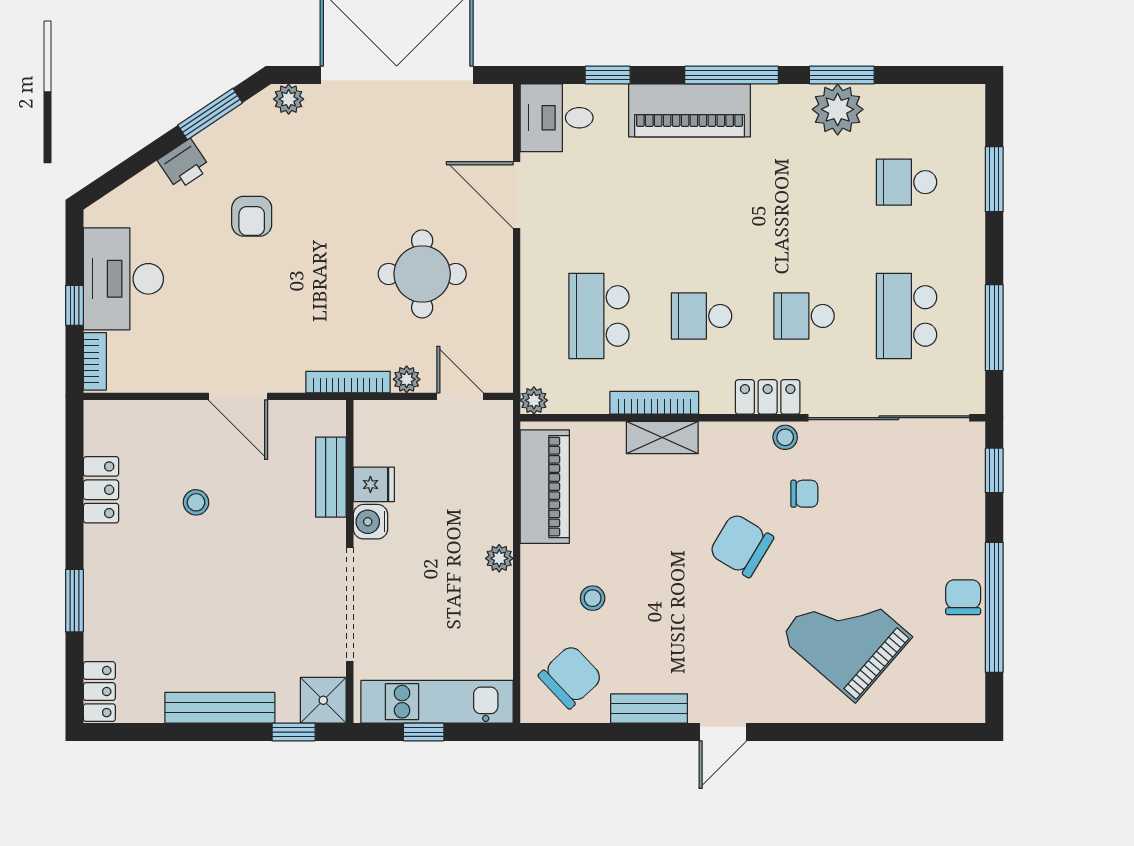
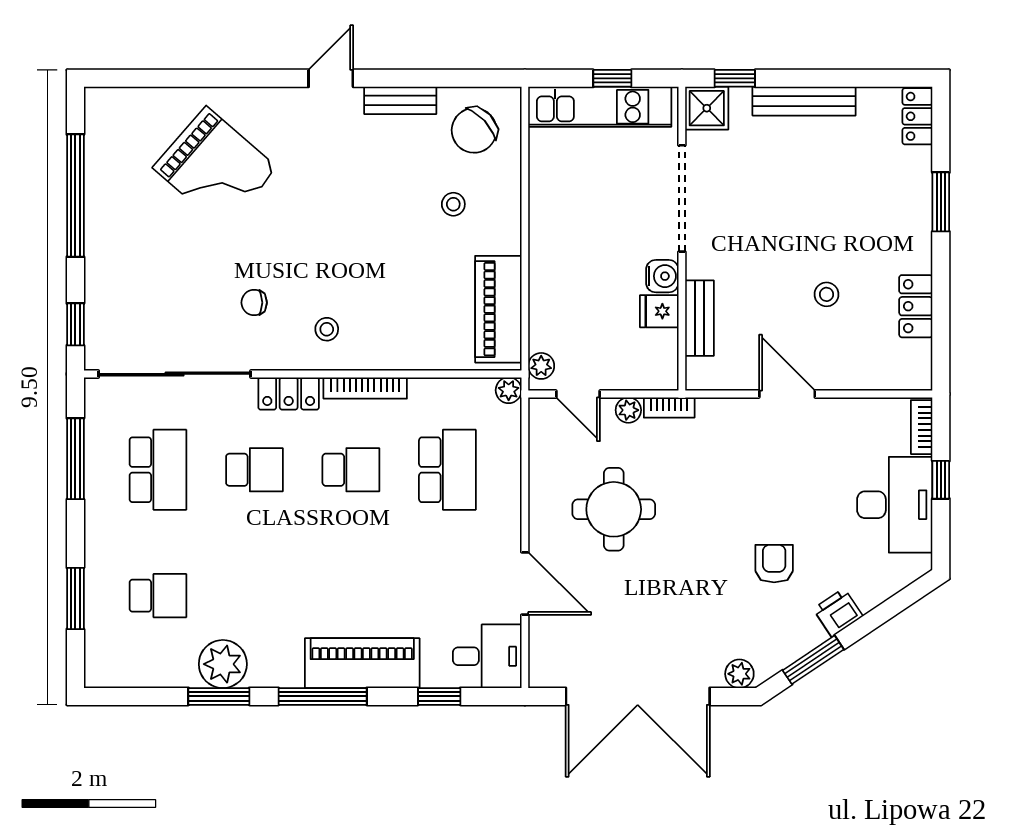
bookcase: (348, 382) -> (669, 408), width x0.64
bookcase: (654, 403) -> (365, 388), moved
shelving: (662, 437) -> (388, 355), removed
stool: (785, 437) -> (327, 329), moved
chair: (741, 545) -> (313, 254), removed
plant: (499, 558) -> (541, 366), moved
chair: (963, 597) -> (105, 205), removed

